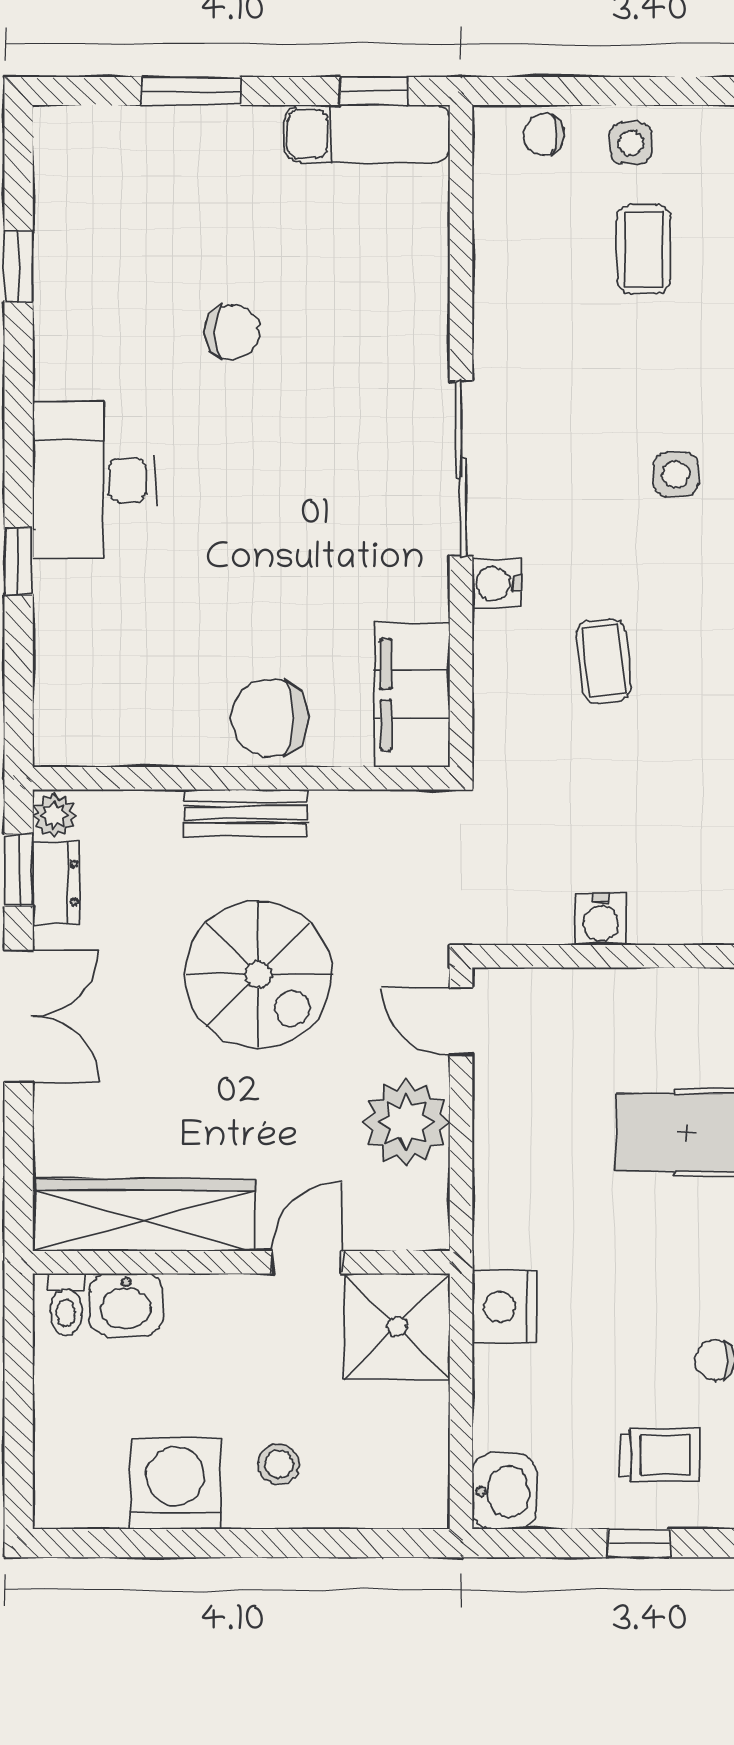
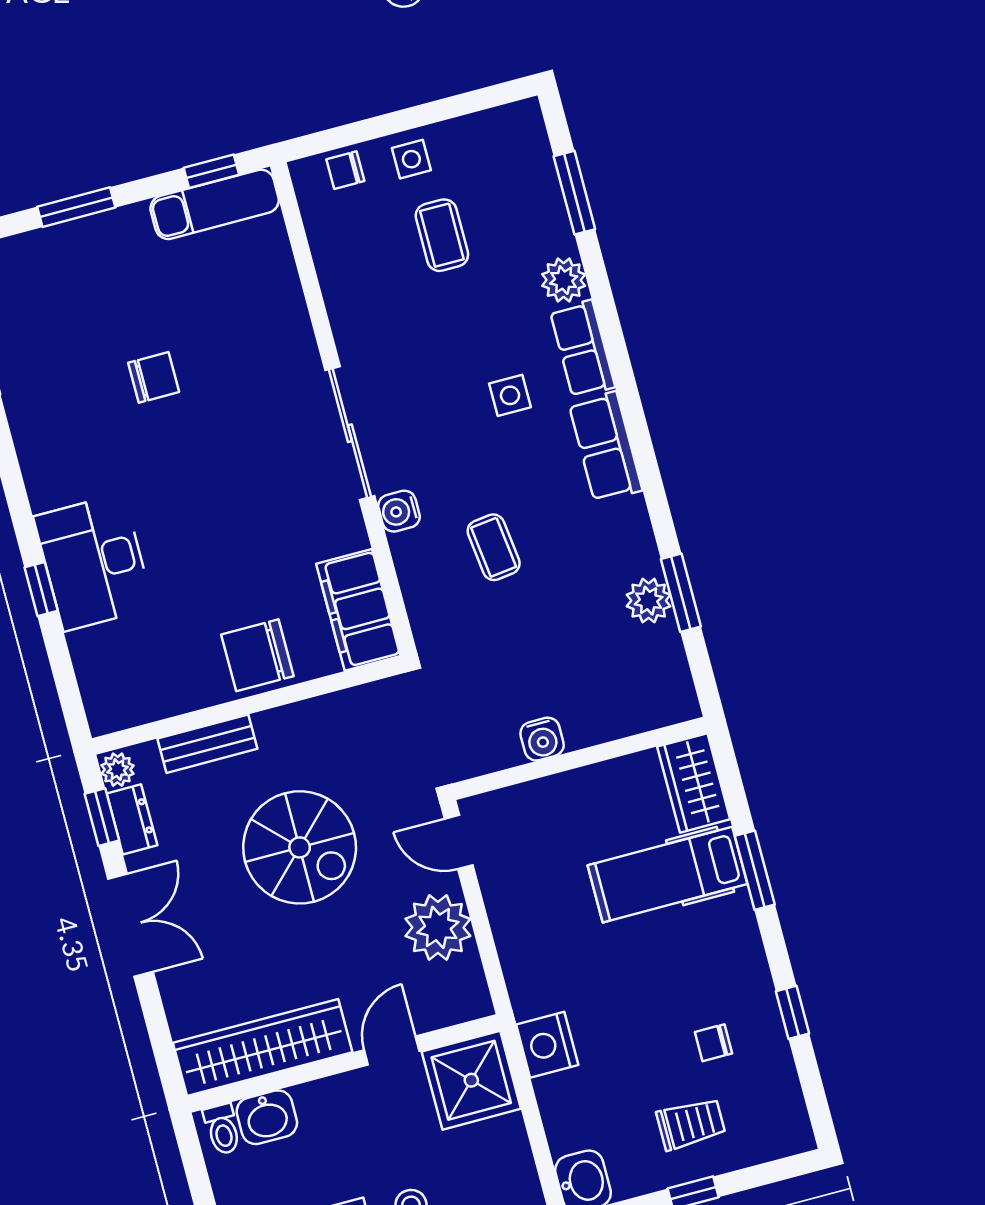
desk: (94, 480) -> (94, 562), moved
bench: (246, 813) -> (207, 744), moved

